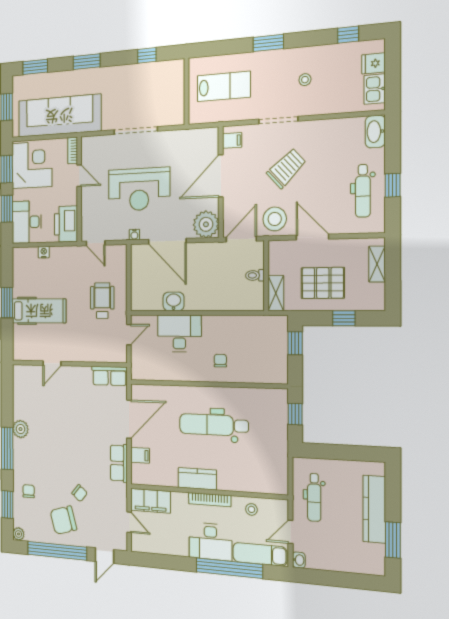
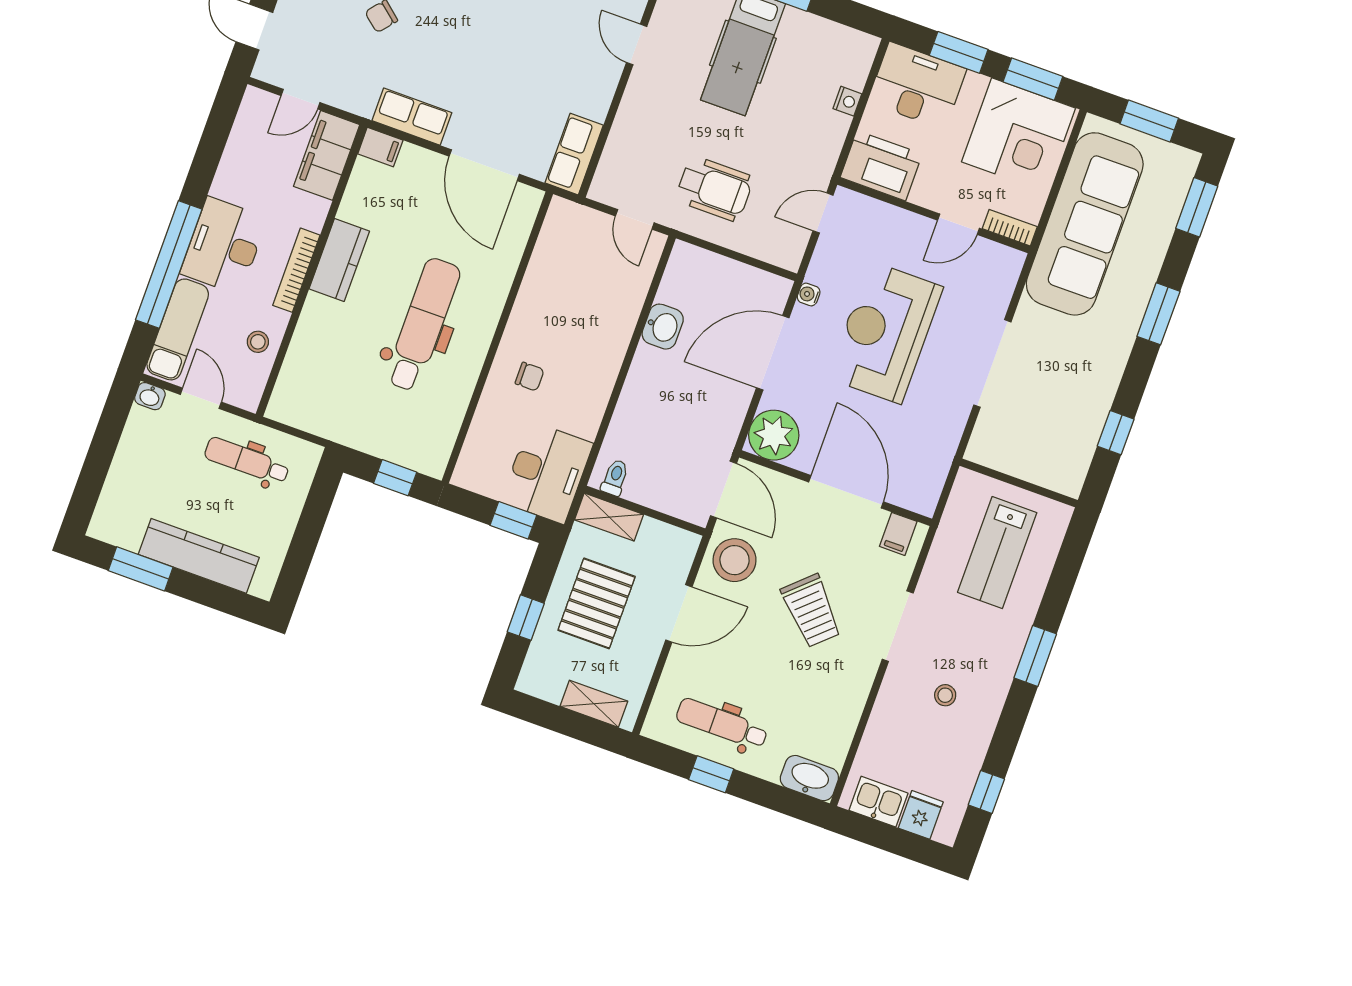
toilet: (255, 275) -> (615, 478), moved
desk: (179, 333) -> (547, 473), moved
filing cabinet: (140, 455) -> (380, 147), moved, turned -90

